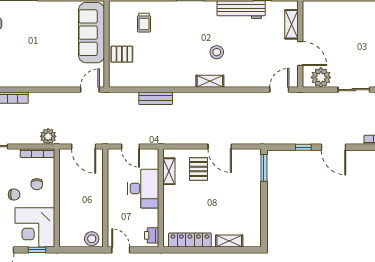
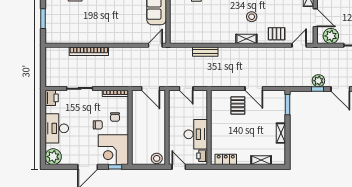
pallet: (122, 54) -> (277, 34), moved
plant: (48, 136) -> (318, 81), moved
shelving: (169, 171) -> (281, 133), moved
desk: (143, 189) -> (196, 134), moved
locker: (190, 240) -> (226, 159), width x0.66

